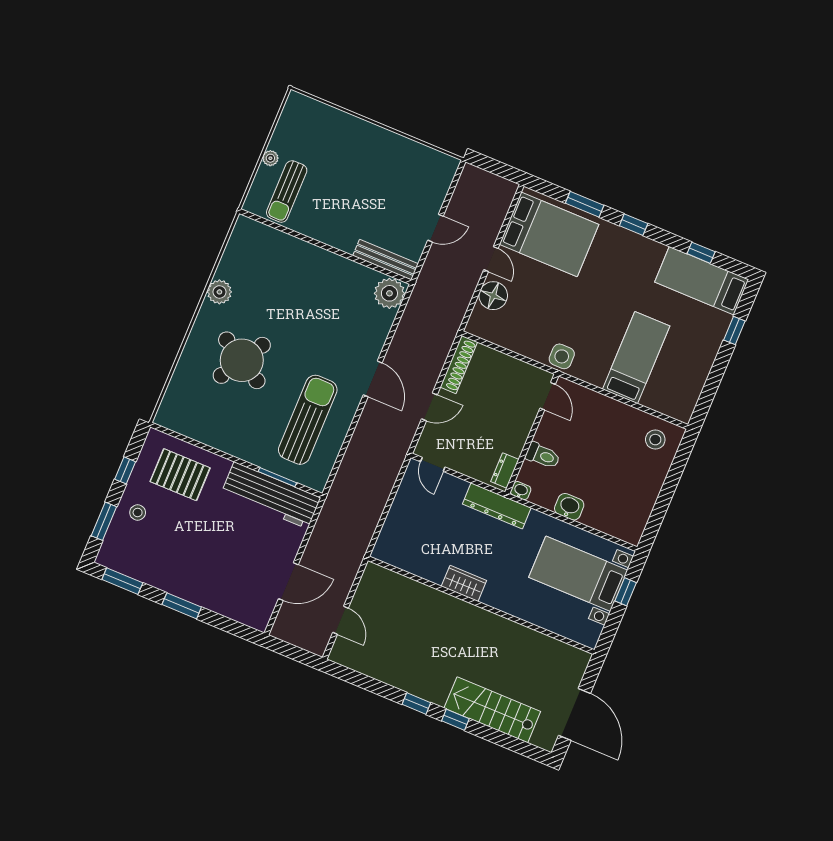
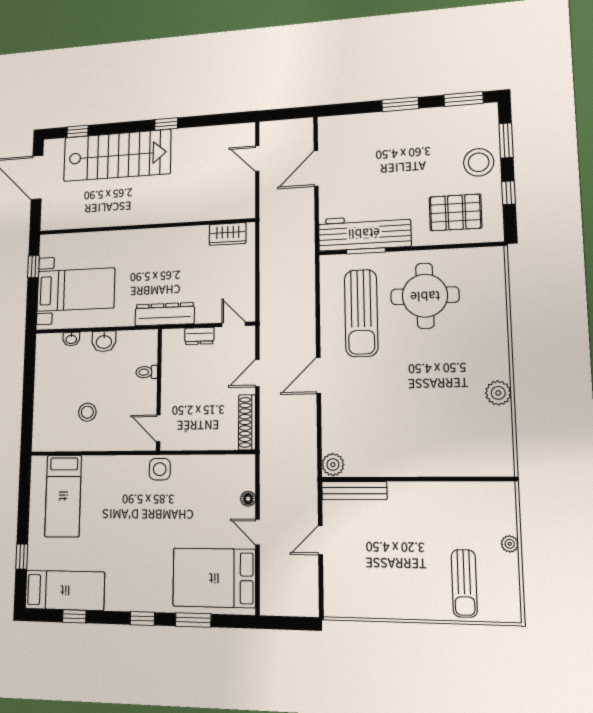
sun lounger: (287, 191) -> (464, 583), moved, turned 180
plant: (389, 293) -> (333, 465), width x0.73, depth x0.73
floor lamp: (493, 296) -> (248, 499), width x0.53, depth x0.53
bed: (636, 358) -> (63, 496), moved
round table: (242, 360) -> (425, 296), moved, turned -31
door: (373, 379) -> (319, 376), hinge flipped
stool: (655, 440) -> (87, 412), moved
toilet: (543, 456) -> (147, 372), width x0.73, depth x0.72
dresser: (505, 471) -> (199, 336), moved, turned 90
washbasin: (521, 491) -> (71, 339), moved
stool: (138, 513) -> (479, 162), width x1.89, depth x1.89
wardrobe: (464, 583) -> (228, 234), moved
window: (626, 592) -> (33, 267), moved
stairs: (492, 710) -> (117, 155), width x1.36, depth x1.51
window: (455, 720) -> (78, 131), moved

